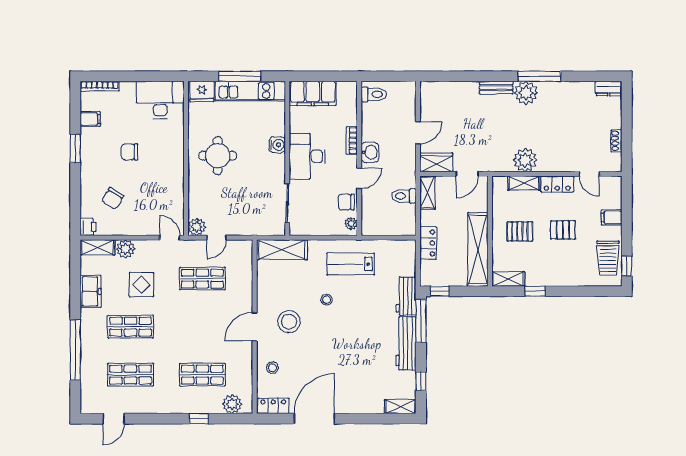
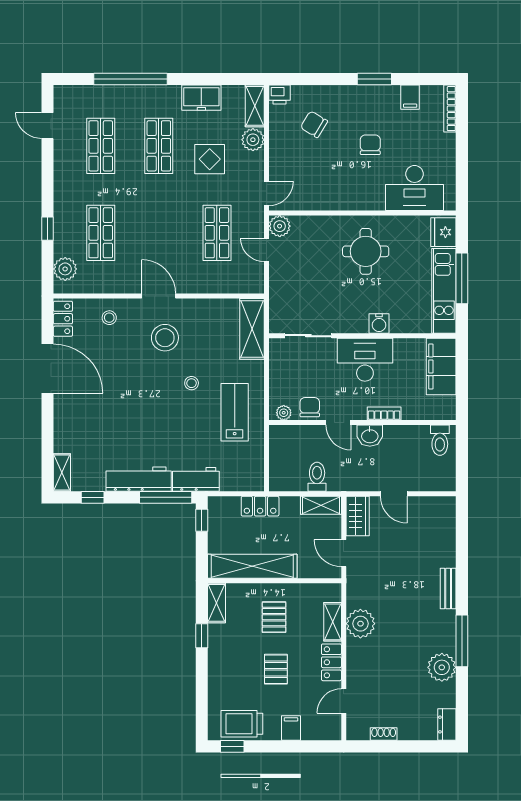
plant: (526, 93) -> (442, 667), moved
desk: (160, 100) -> (415, 188), moved, turned 90

